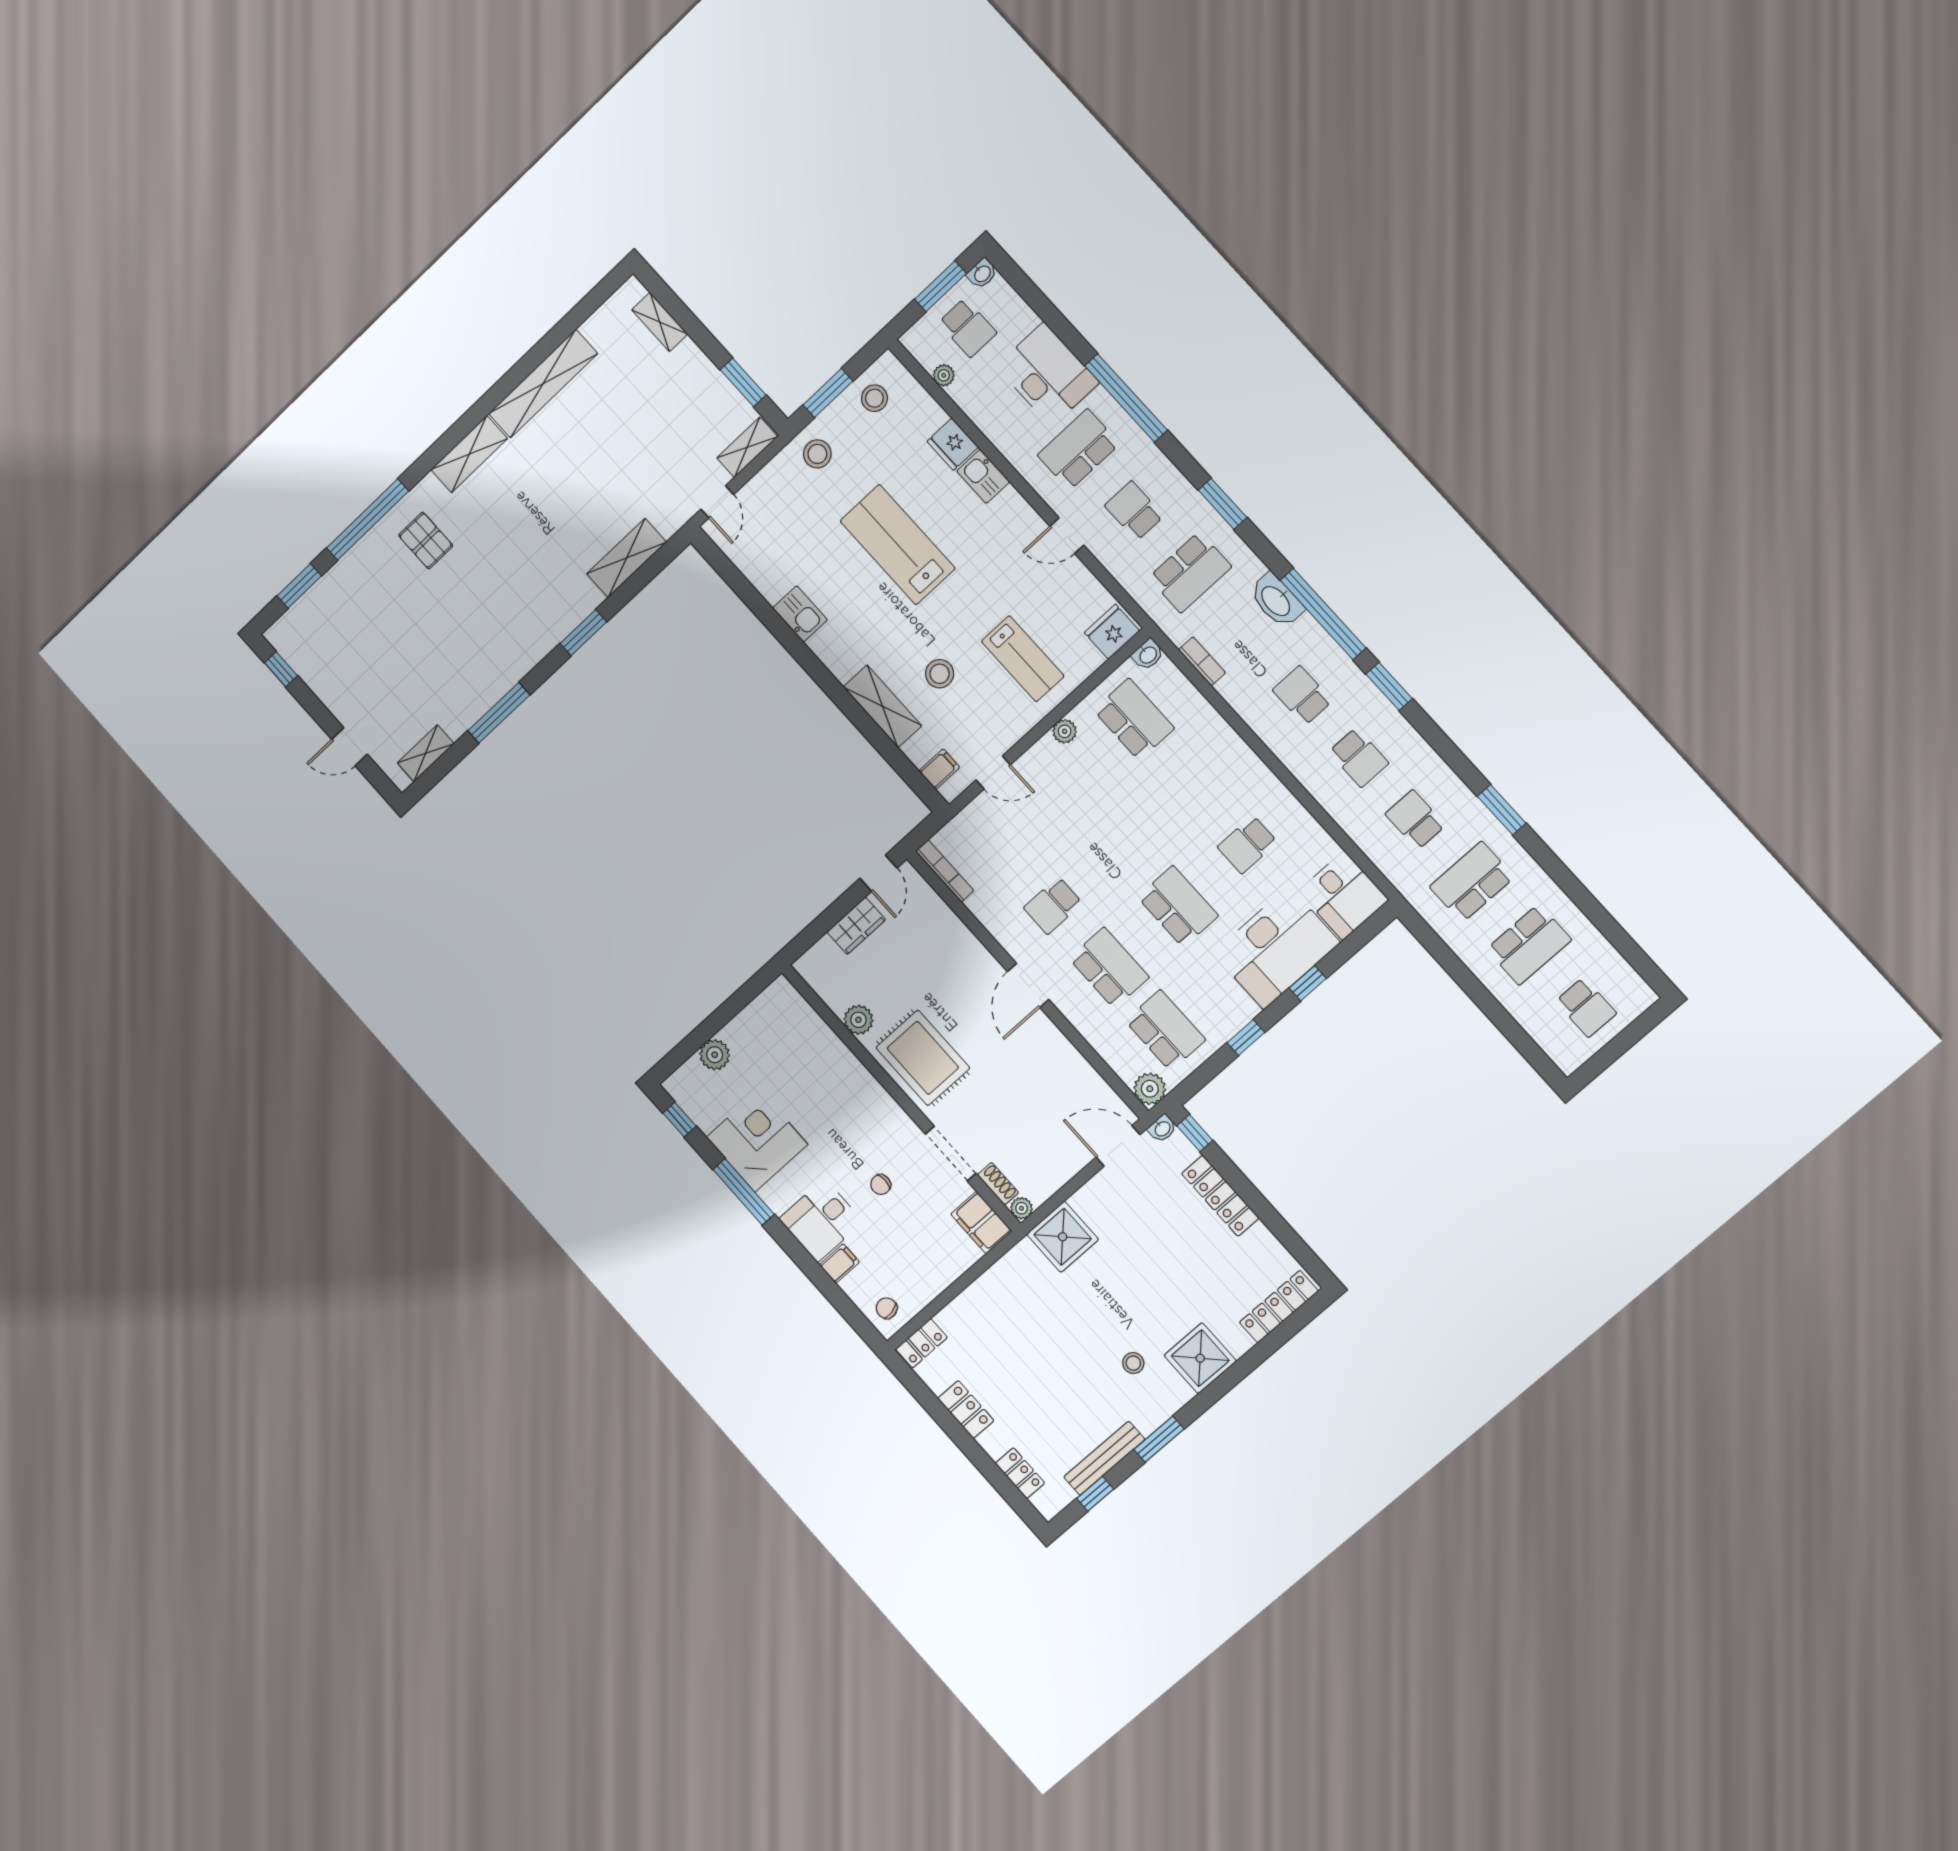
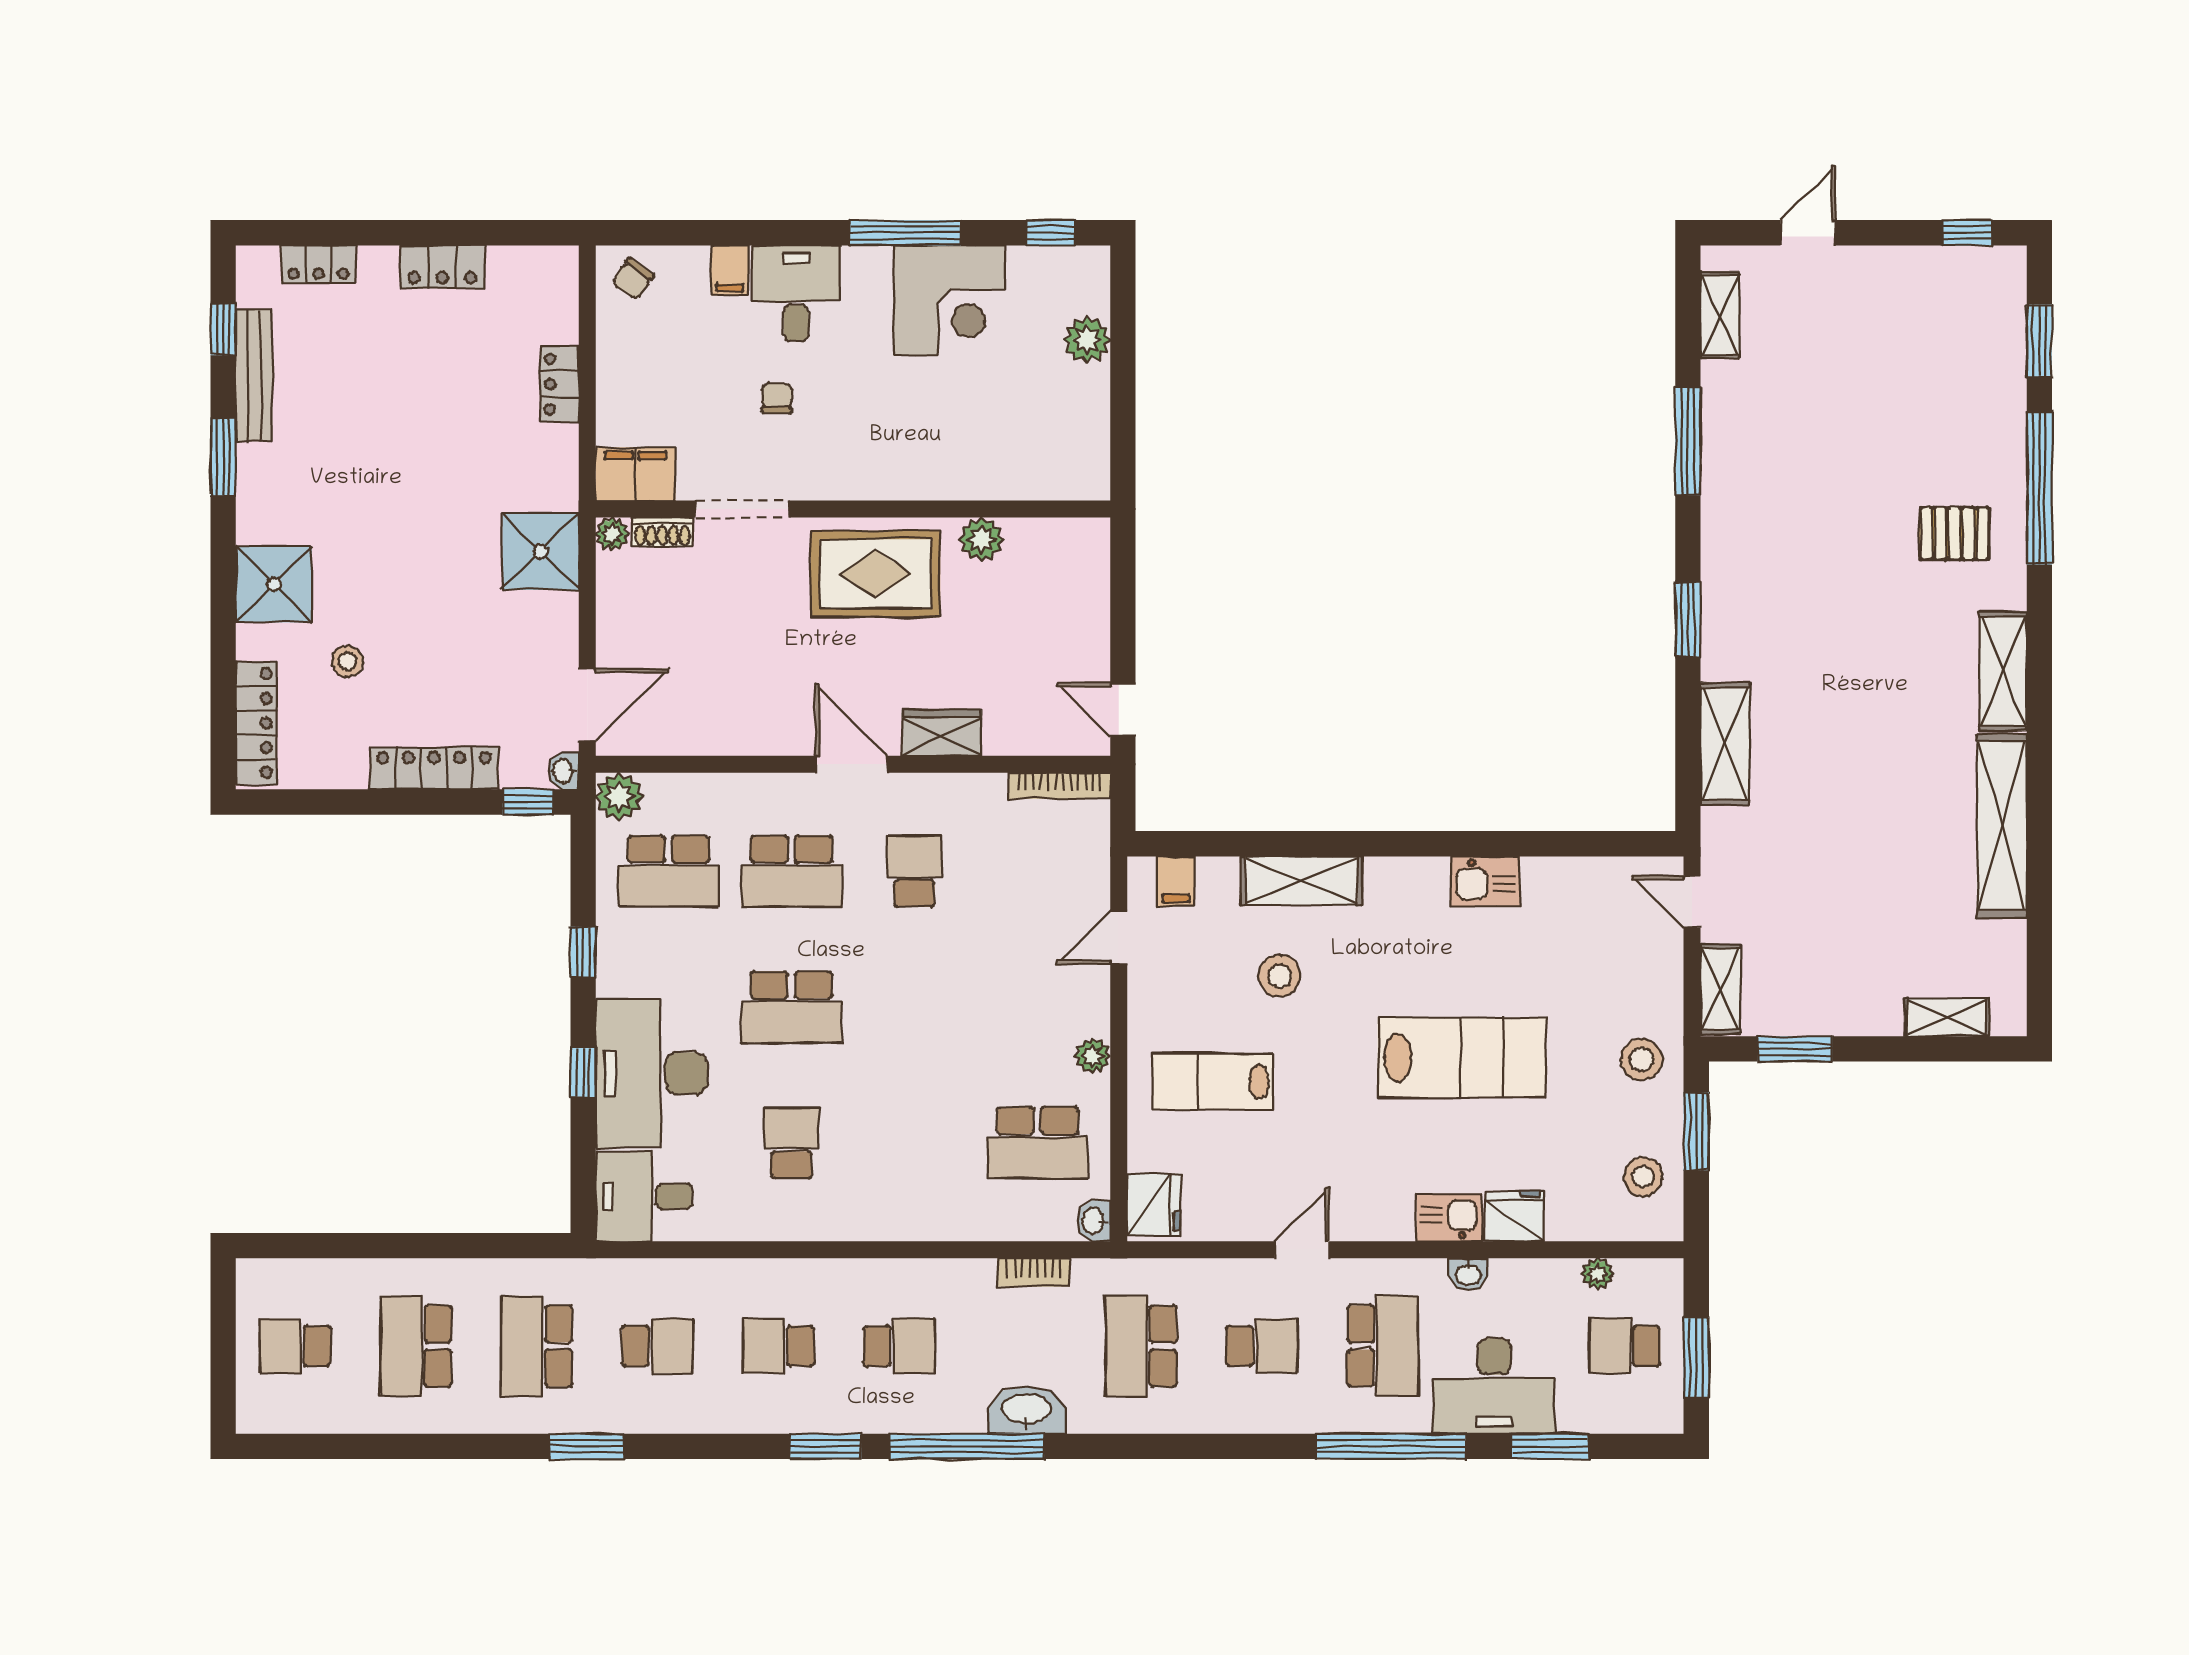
washbasin: (982, 273) -> (1468, 1274), moved, turned -90
window: (1223, 504) -> (1550, 1446), moved
school desk: (1472, 882) -> (537, 1346), turned 180
wardrobe: (856, 926) -> (942, 733), moved, turned 90
chair: (887, 1308) -> (633, 279), turned 137
locker: (921, 1343) -> (560, 384), moved
stool: (1133, 1363) -> (347, 661), moved

